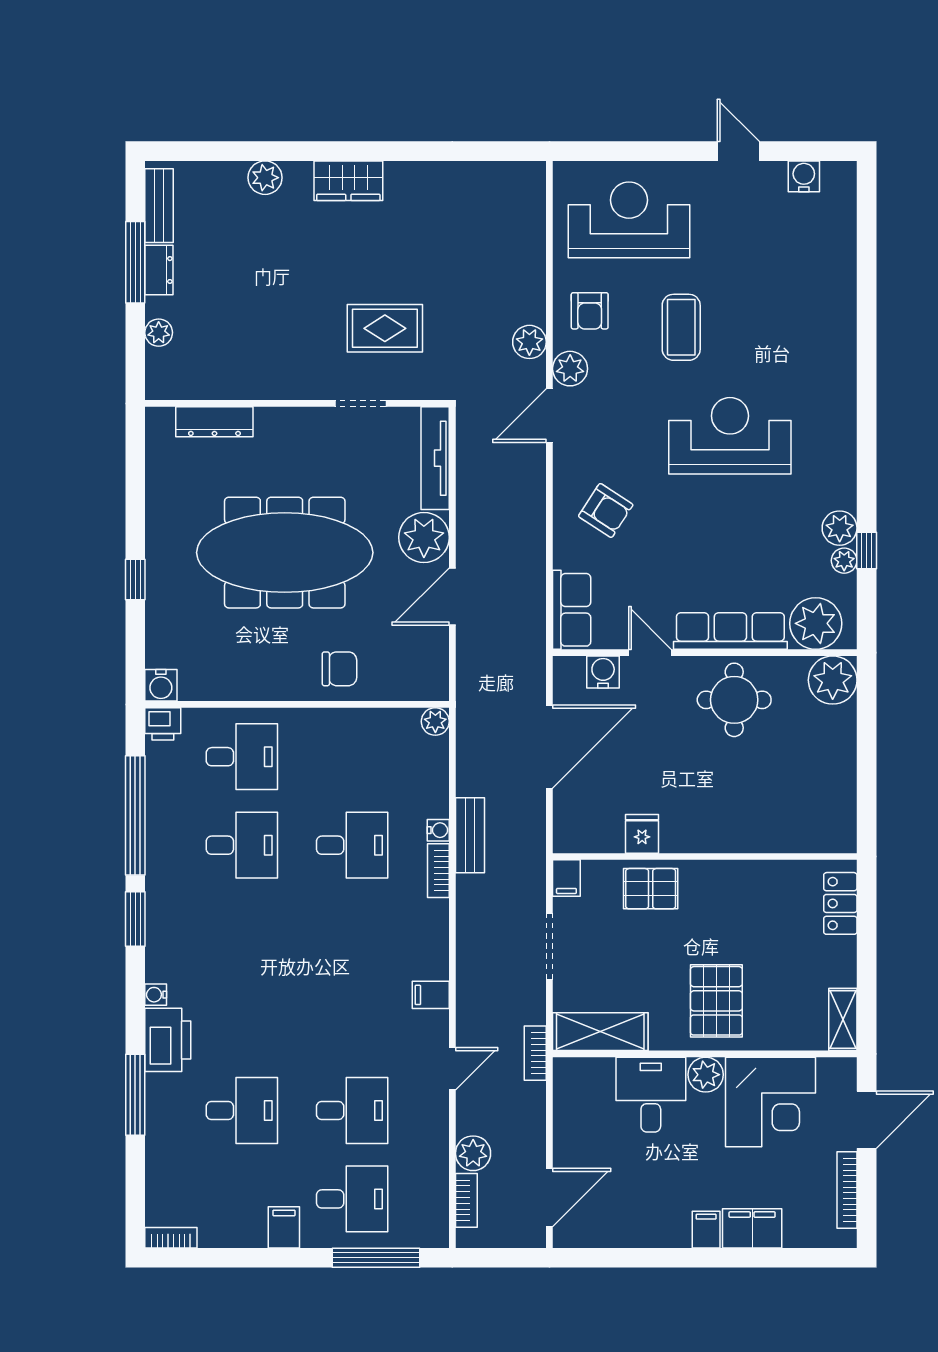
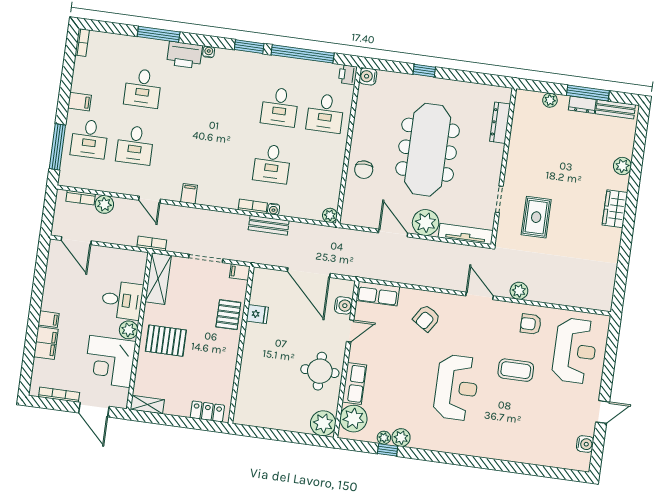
plant: (570, 369) -> (502, 310), removed
row of seats: (730, 631) -> (354, 383), width x0.68

